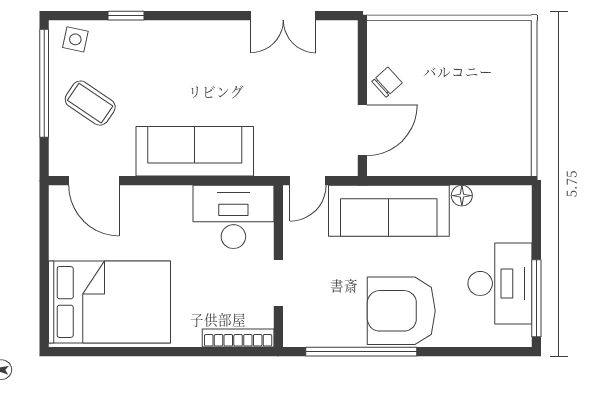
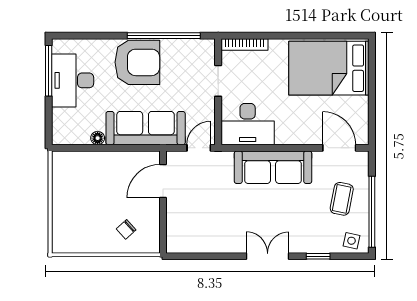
double door: (283, 16) -> (268, 256), moved
chair: (387, 82) -> (126, 229), moved
coffee table: (90, 103) -> (342, 199), turned 67

